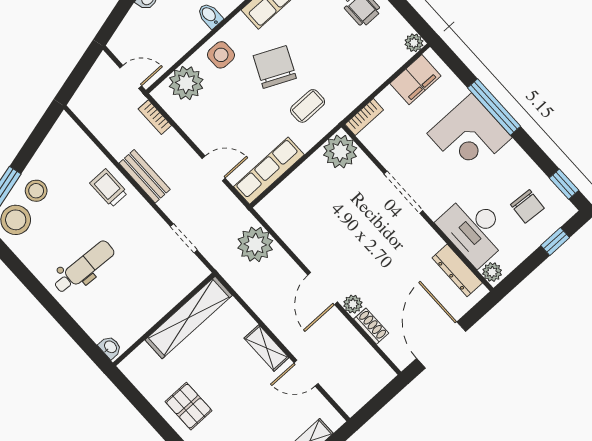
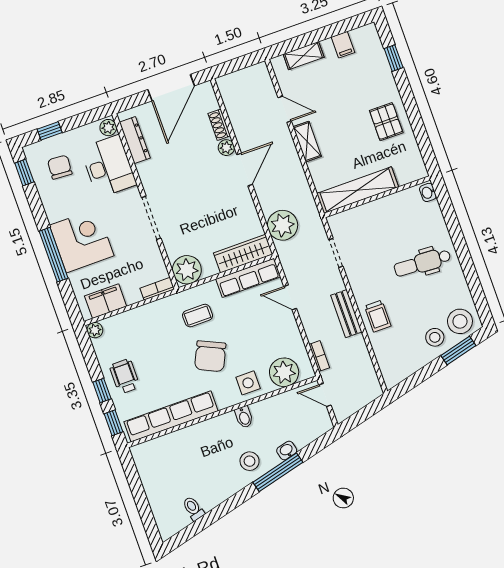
wardrobe: (286, 195) -> (243, 254), added

